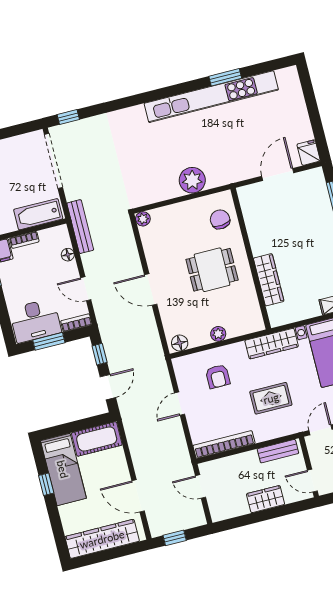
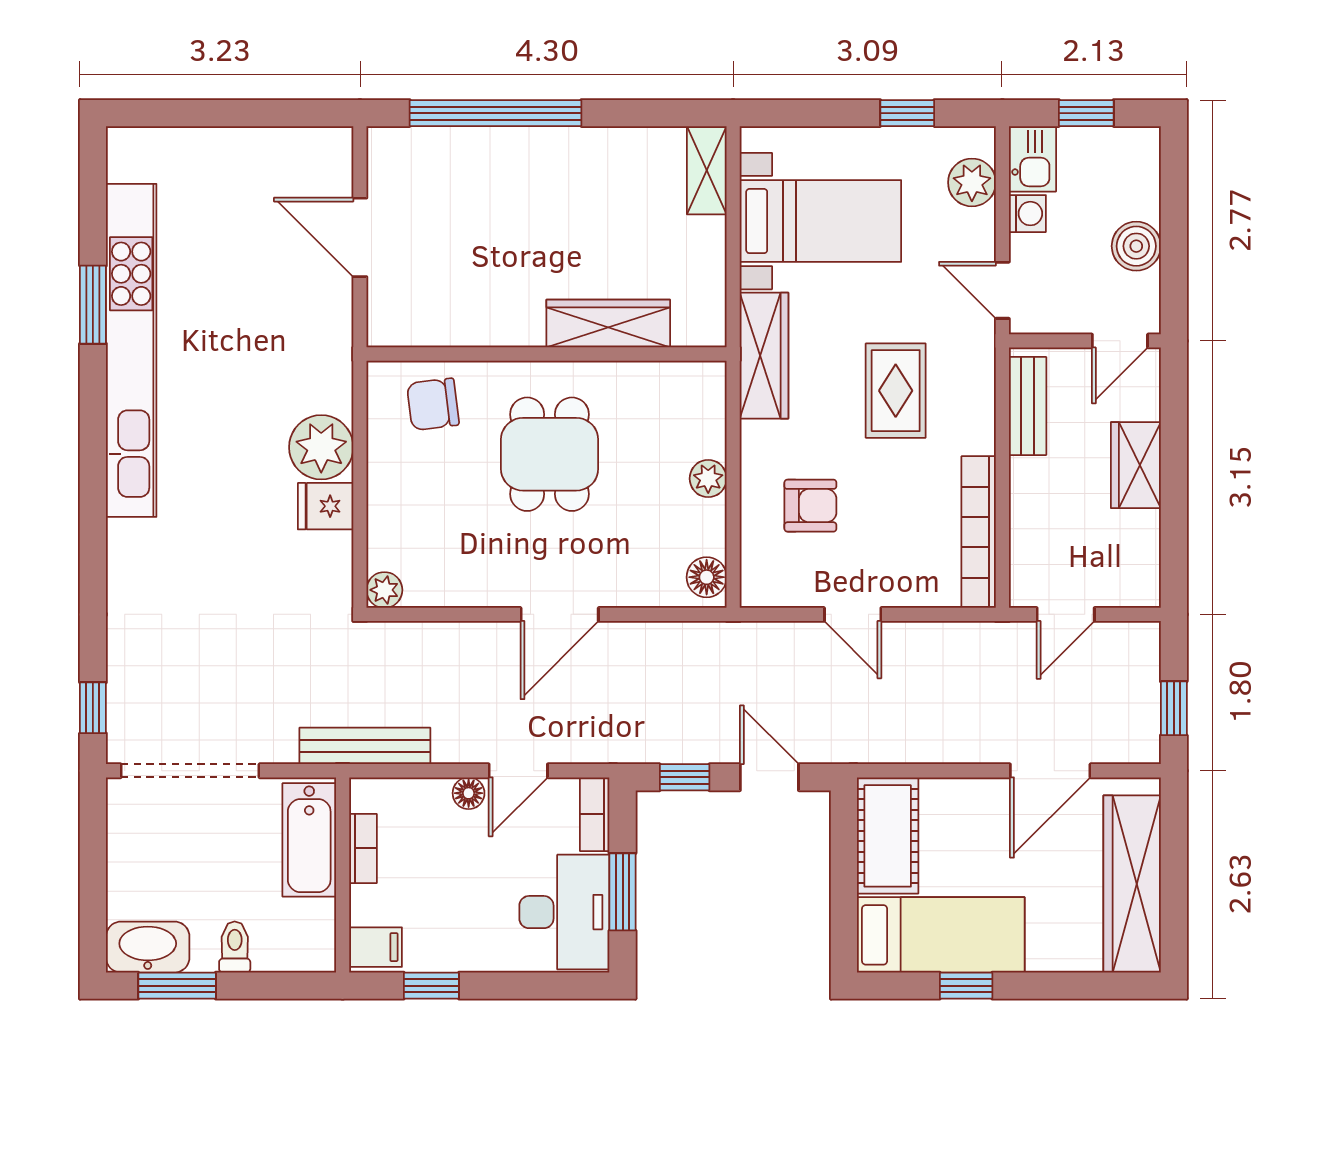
fridge: (309, 153) -> (326, 506), moved
bookcase: (24, 240) -> (363, 848), moved
floor lamp: (68, 255) -> (469, 793), moved

